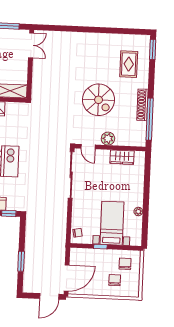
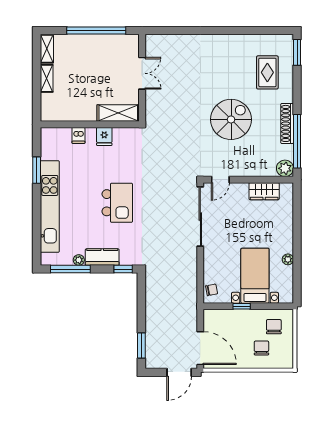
double door: (31, 45) -> (142, 73), moved
spiral stairs: (99, 100) -> (231, 119), turned -90
plant: (108, 139) -> (285, 168), moved
door: (88, 147) -> (220, 180), hinge flipped
window: (21, 261) -> (141, 345), moved
door: (67, 278) -> (200, 348), hinge flipped

